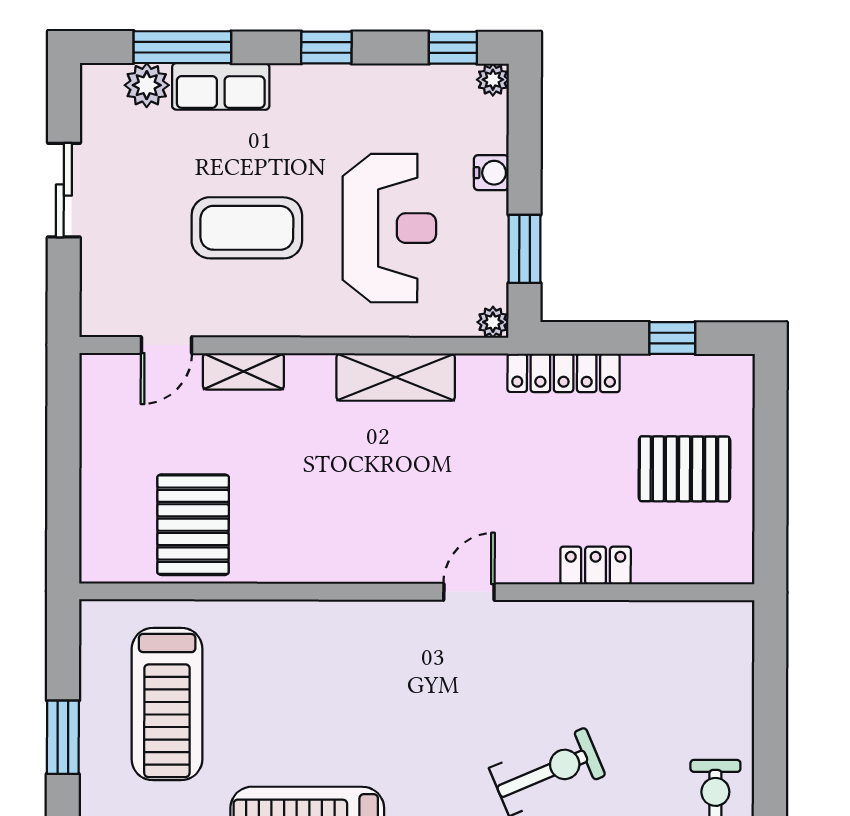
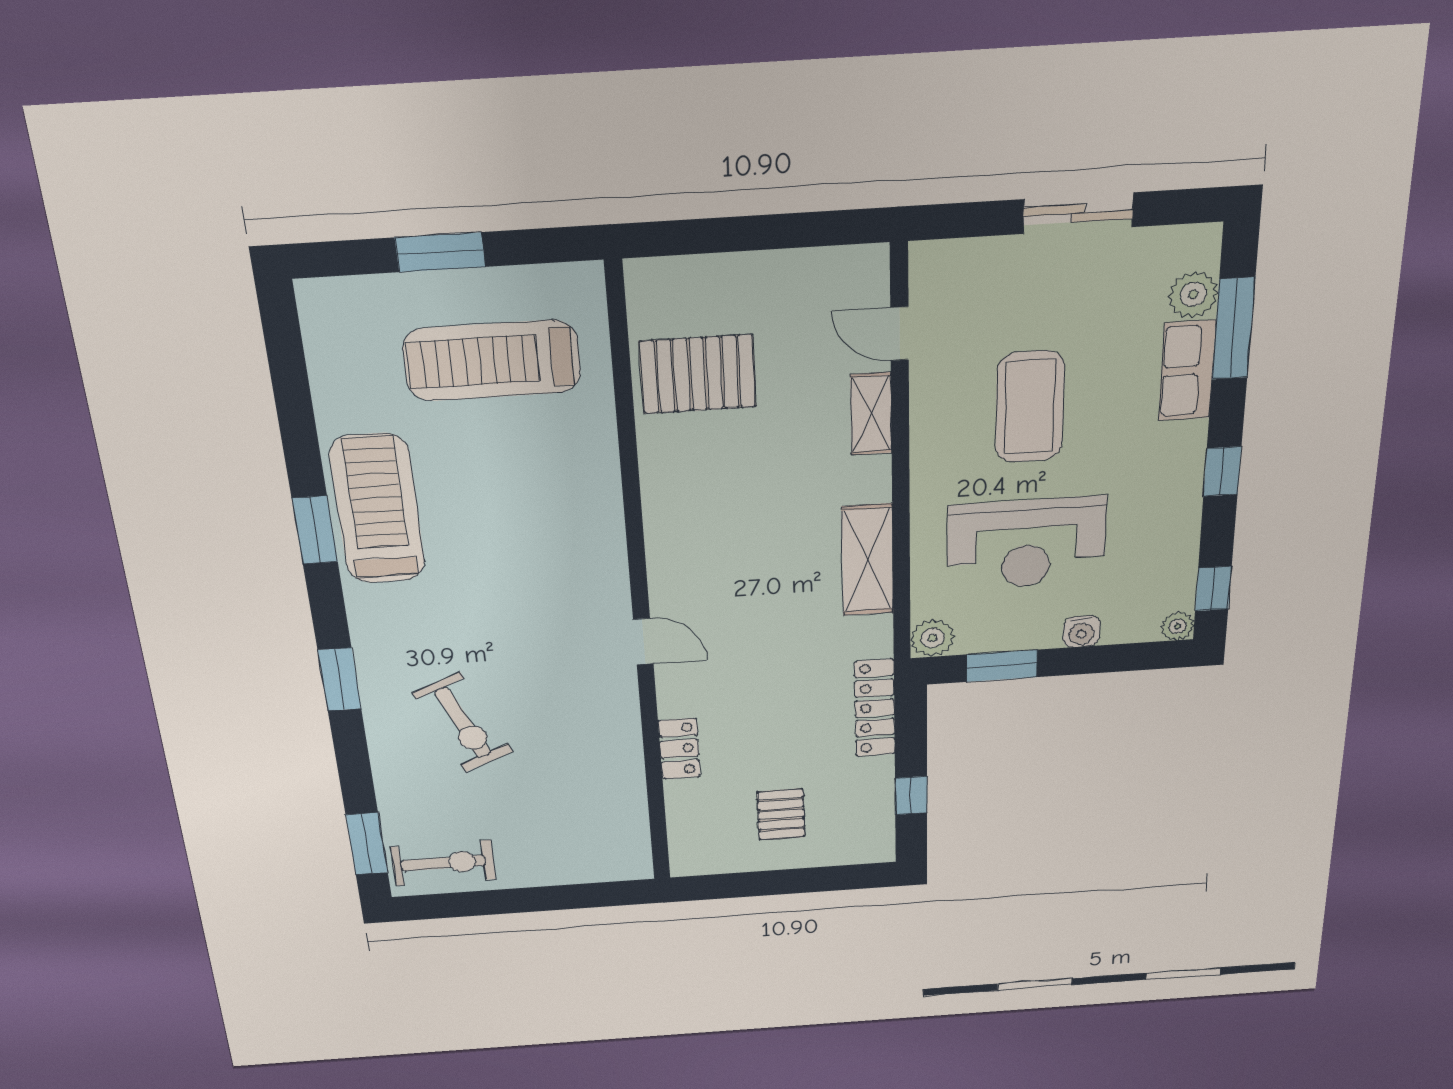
plant: (493, 322) -> (933, 638), width x1.38, depth x1.38
pallet: (684, 469) -> (781, 814), width x0.67, depth x0.71

